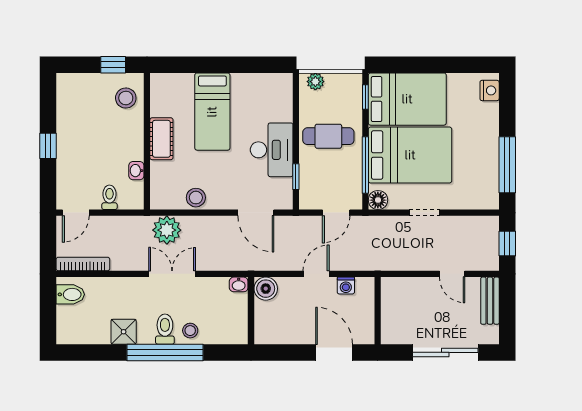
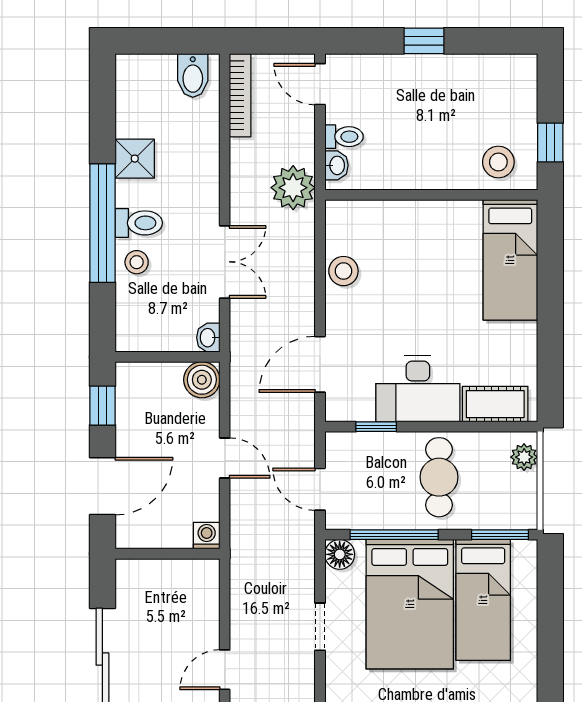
window: (365, 97) -> (500, 535), width x1.50
bed: (407, 99) -> (483, 600), width x0.67
bed: (212, 112) -> (510, 260), moved, turned -90
cot: (161, 139) -> (495, 404), moved
washbasin: (136, 171) -> (336, 165), moved, turned 90
plant: (167, 230) -> (293, 188), moved
double door: (172, 274) -> (225, 262), moved
washing machine: (346, 286) -> (207, 536), moved, turned 90
window: (282, 352) -> (102, 406), added

